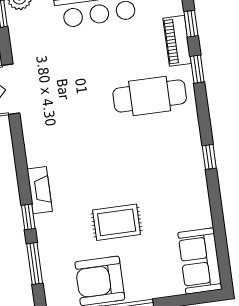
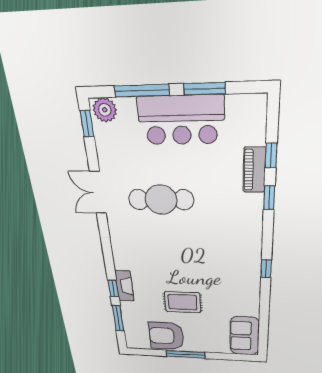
cafe table: (150, 96) -> (161, 200), moved
fireplace: (40, 190) -> (124, 286), moved

